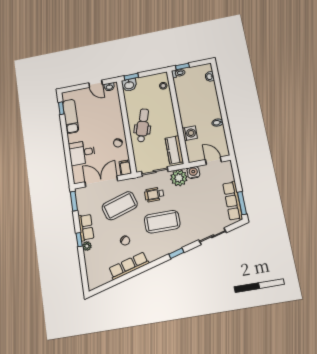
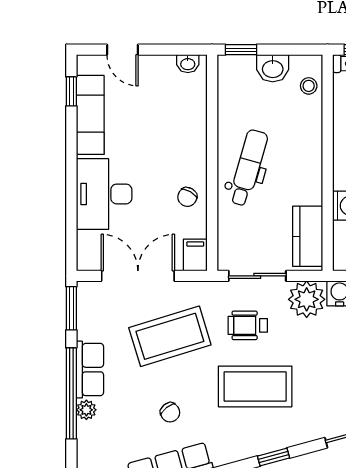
door: (96, 84) -> (123, 50), moved
washbasin: (129, 85) -> (273, 68), moved
desk: (82, 153) -> (104, 194), width x1.37
window: (79, 240) -> (71, 393), width x3.17

